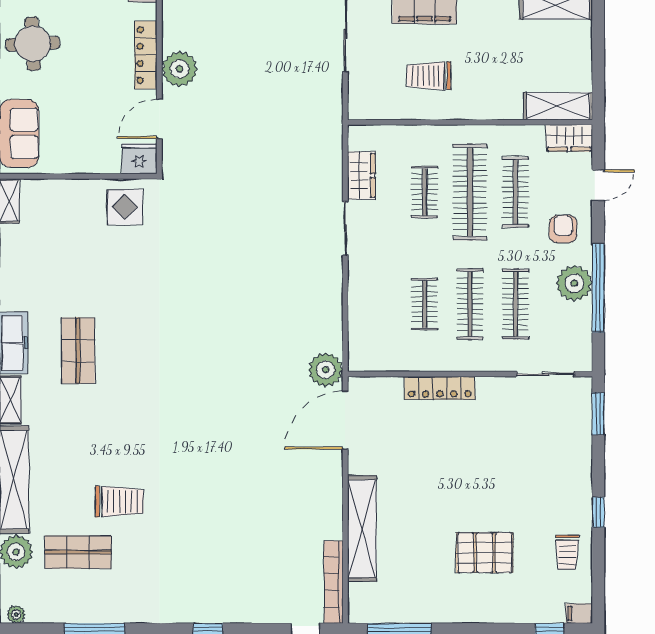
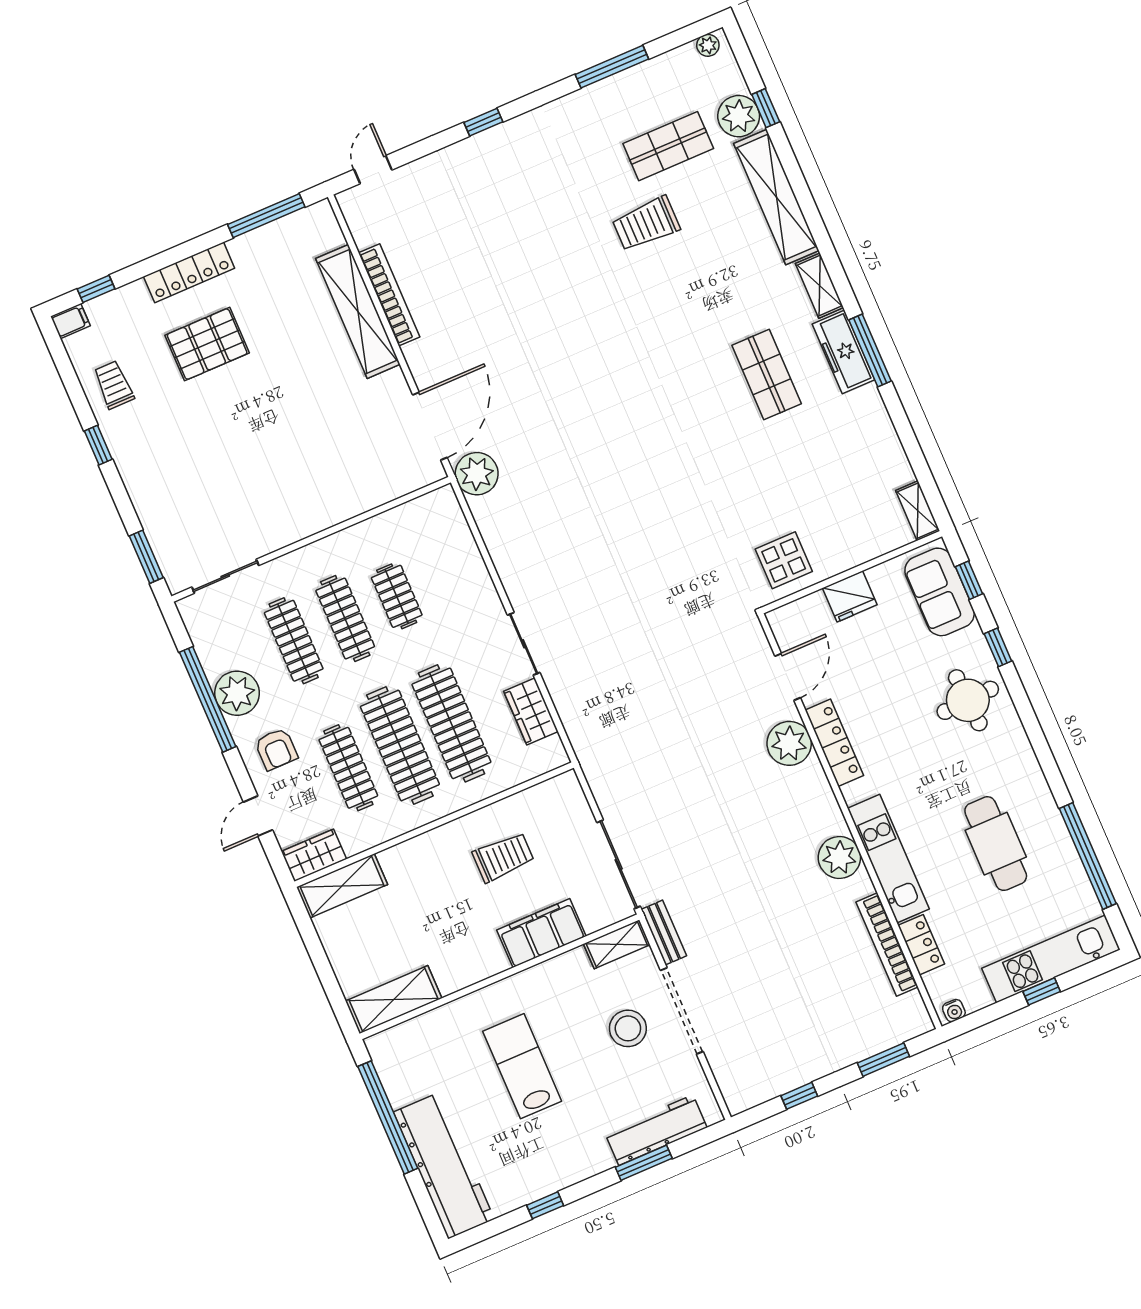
fridge: (139, 159) -> (850, 596), moved
clothes rail: (424, 192) -> (451, 723), width x1.86, depth x1.31
locker: (440, 388) -> (189, 272), moved, turned 180
bookcase: (333, 582) -> (389, 295), moved

